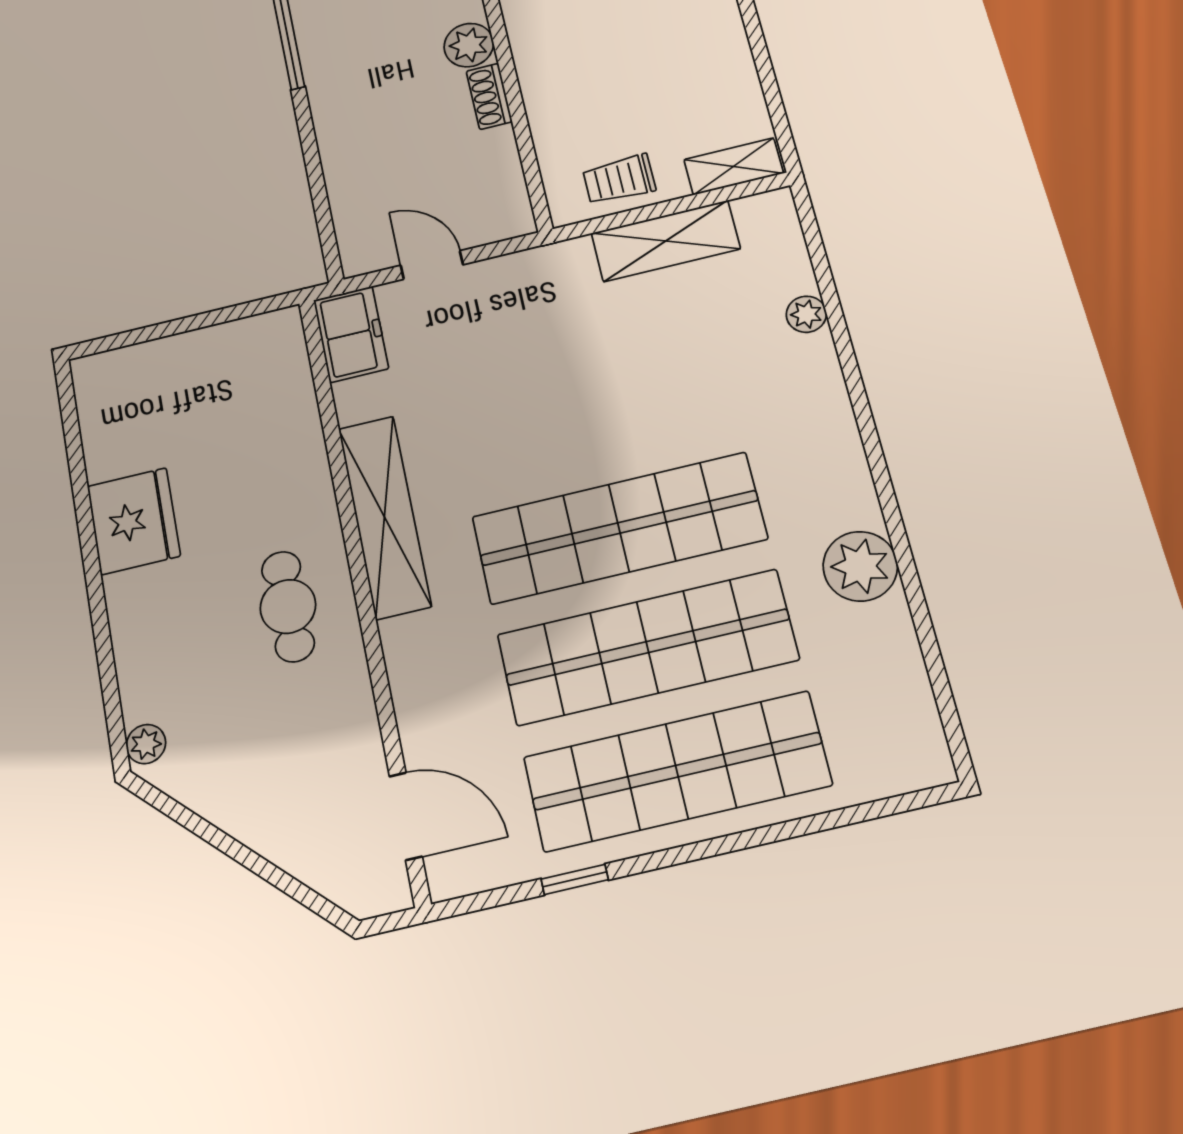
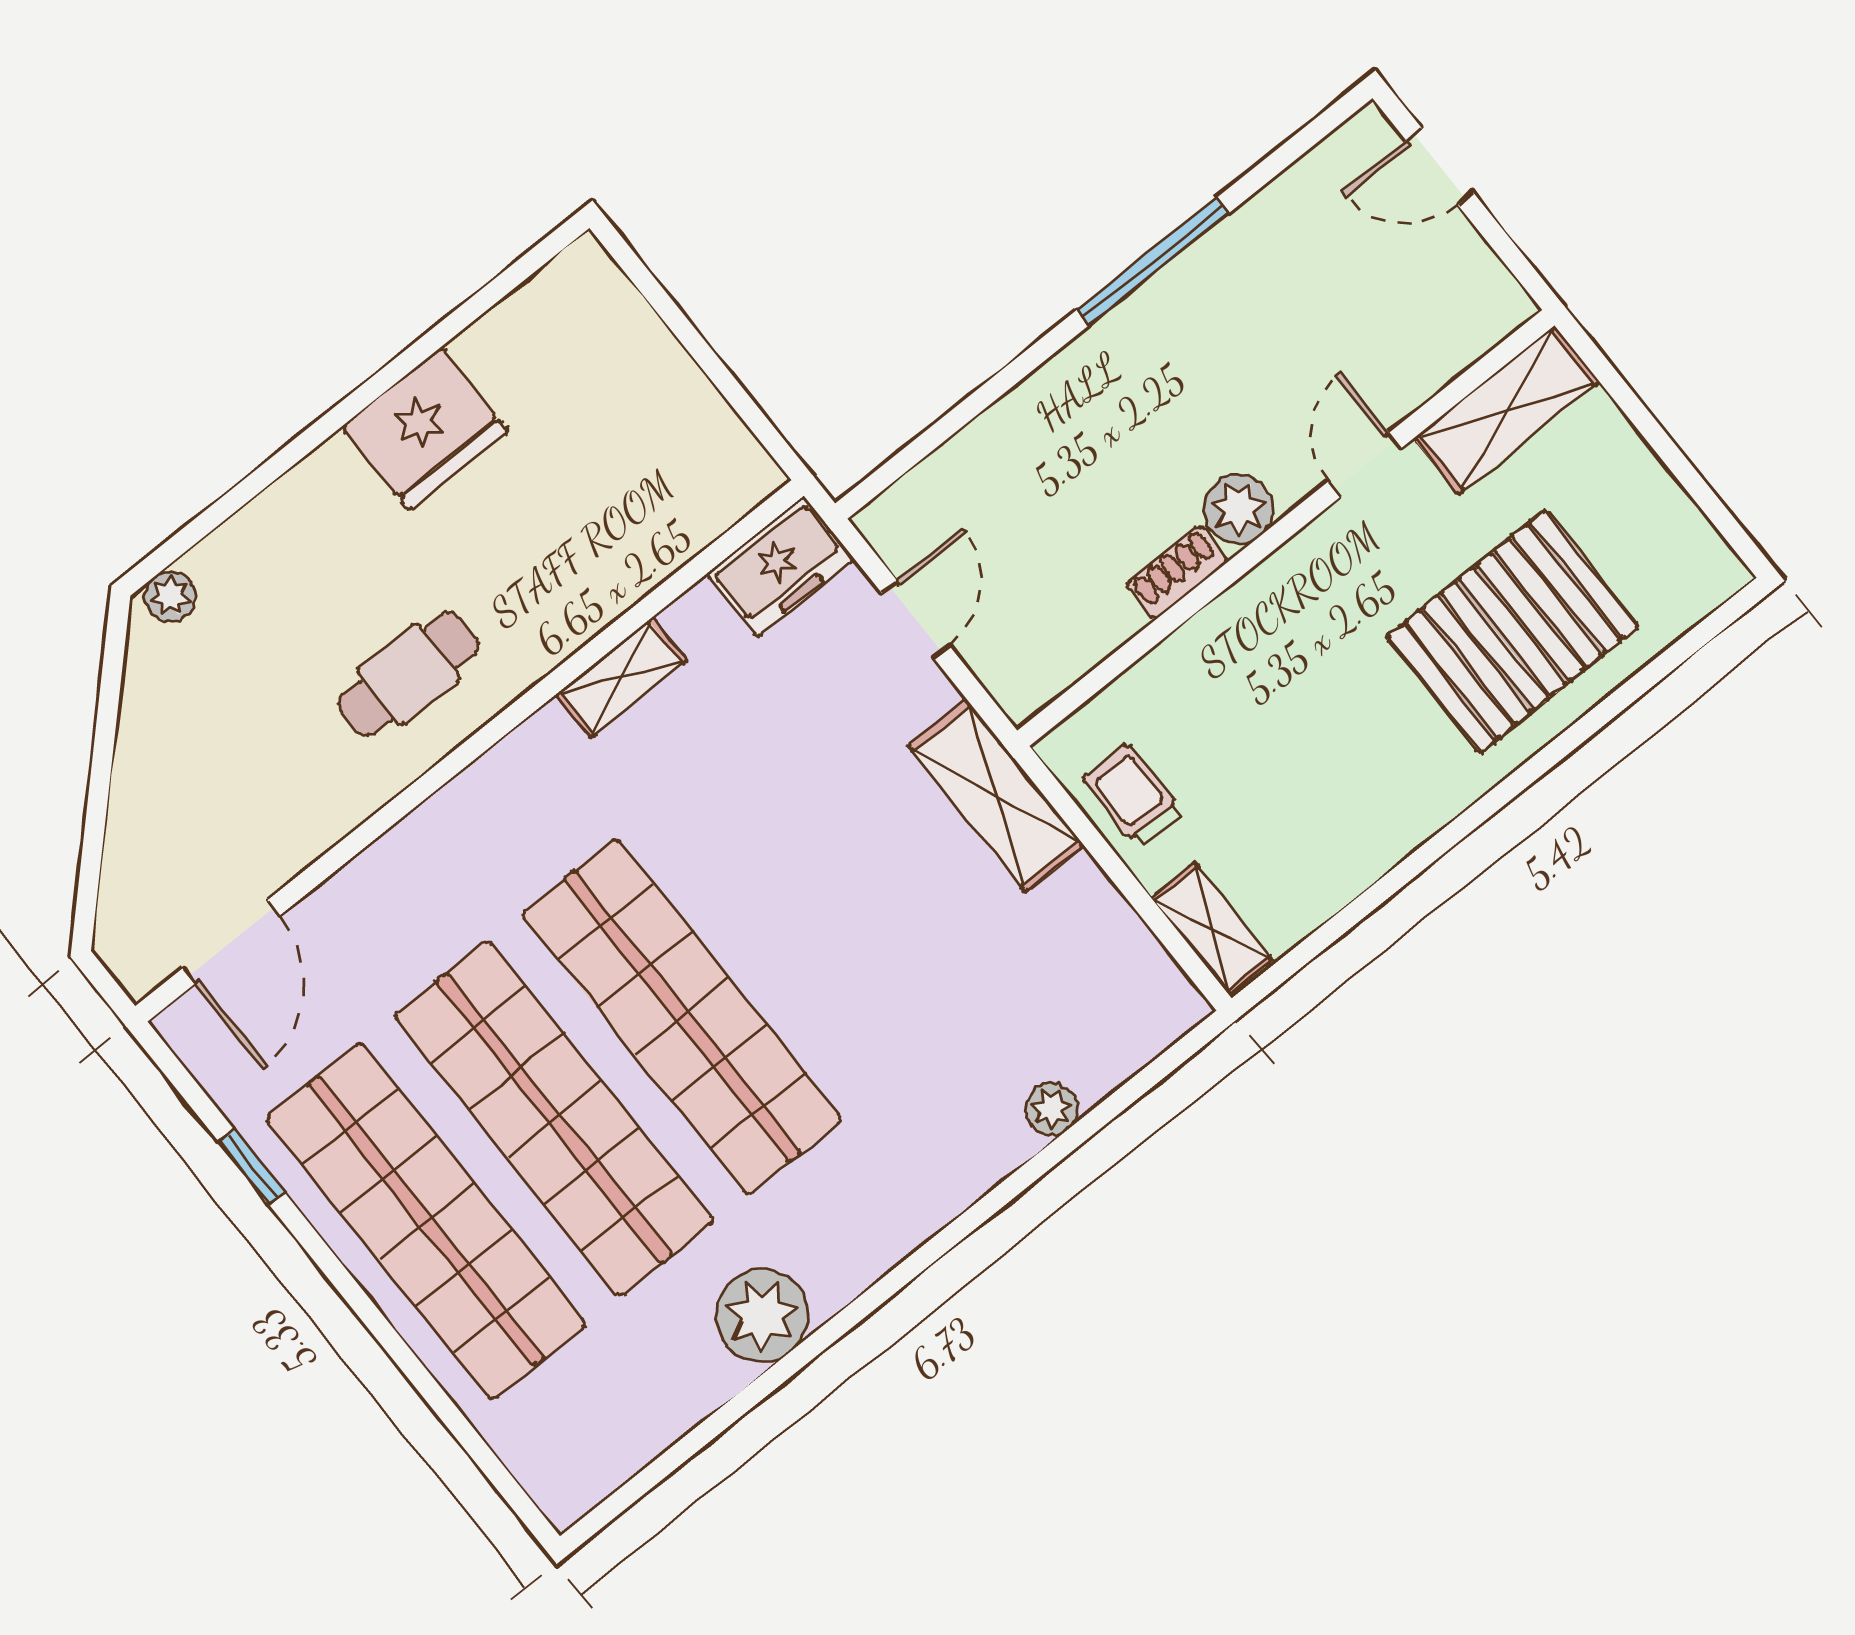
shelving: (666, 241) -> (996, 796), moved
shelving: (384, 517) -> (621, 677), width x0.45, depth x0.75

